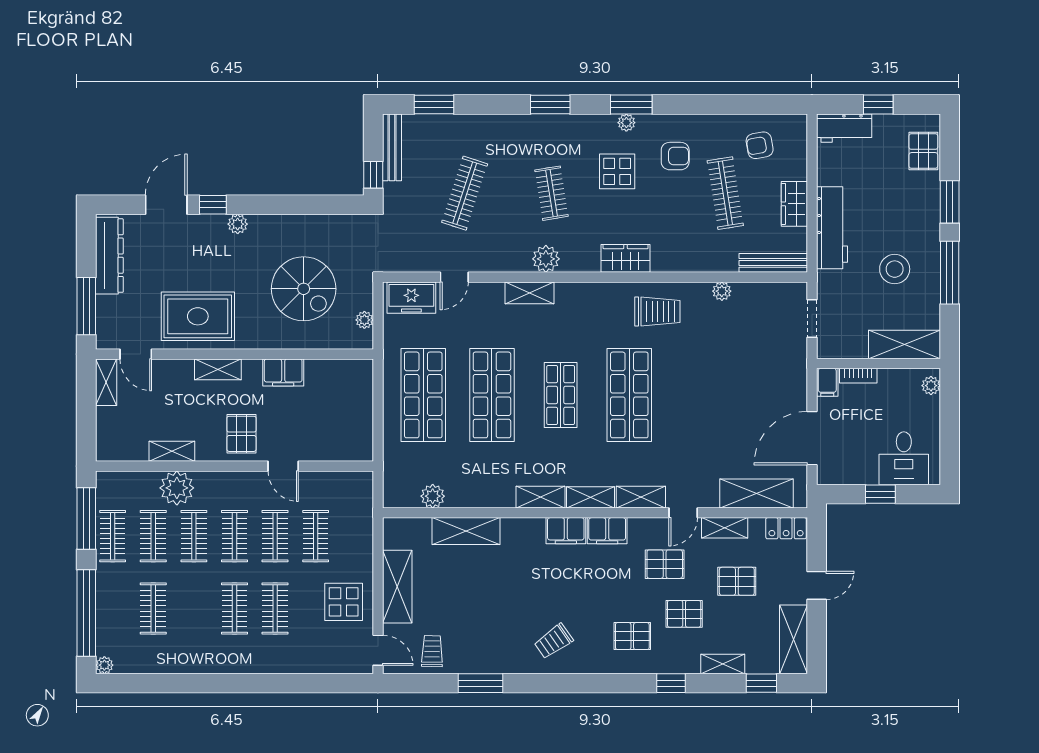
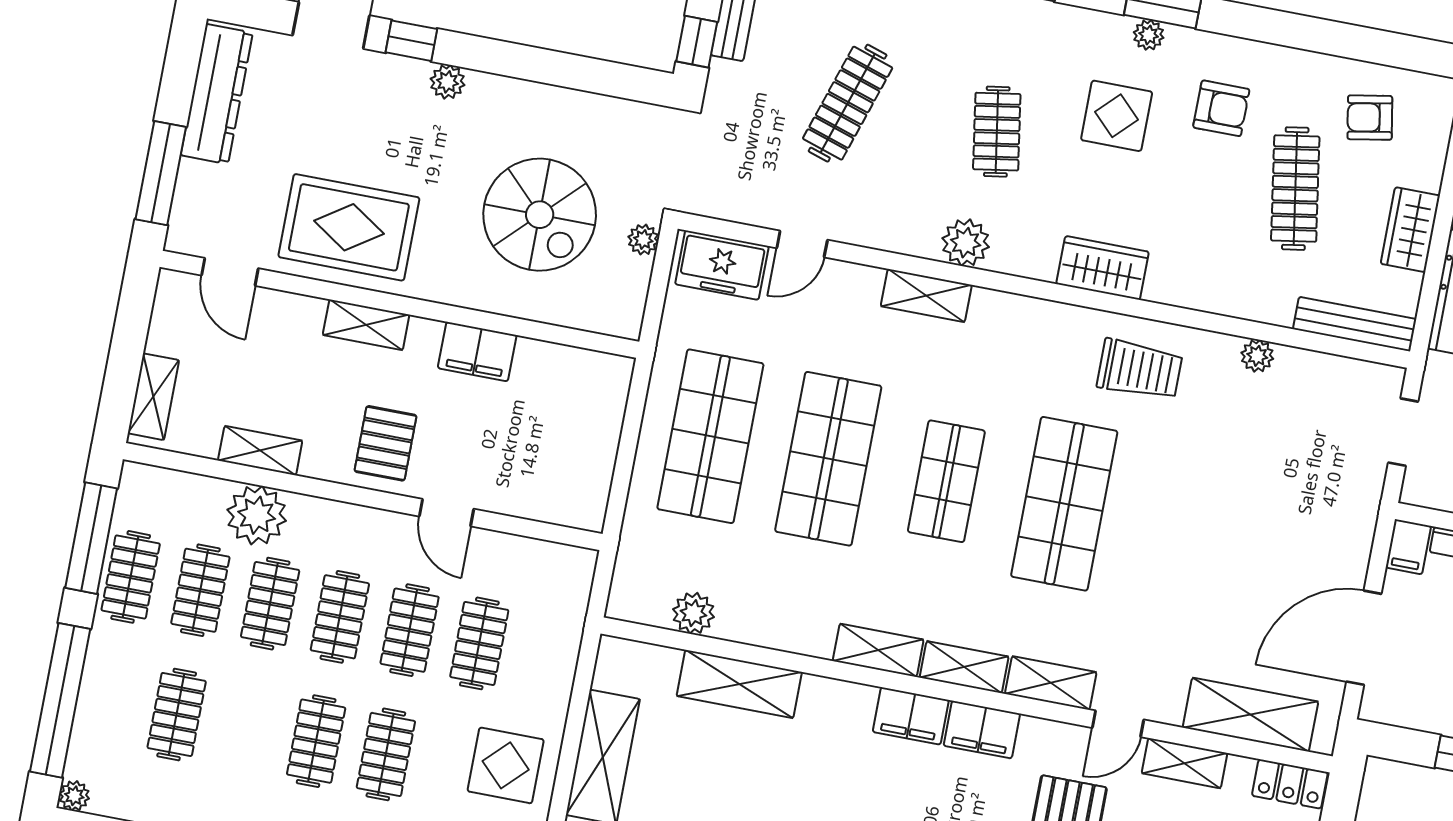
plant: (364, 320) -> (643, 240), moved
shelving: (106, 382) -> (153, 397), moved

